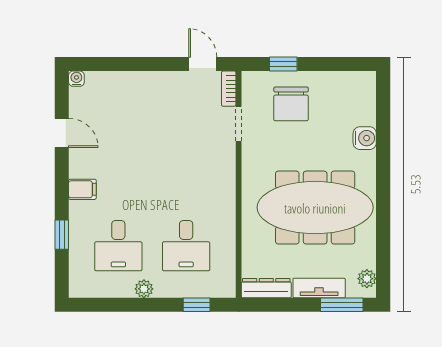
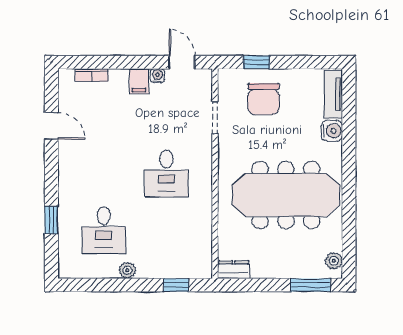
water cooler: (76, 79) -> (157, 76), moved
bookcase: (229, 89) -> (92, 75), moved, turned -90
filing cabinet: (82, 189) -> (139, 81), moved, turned 90
desk: (186, 246) -> (166, 174), moved
dresser: (266, 288) -> (234, 270), width x0.70
tv unit: (319, 288) -> (333, 94), moved, turned -90

